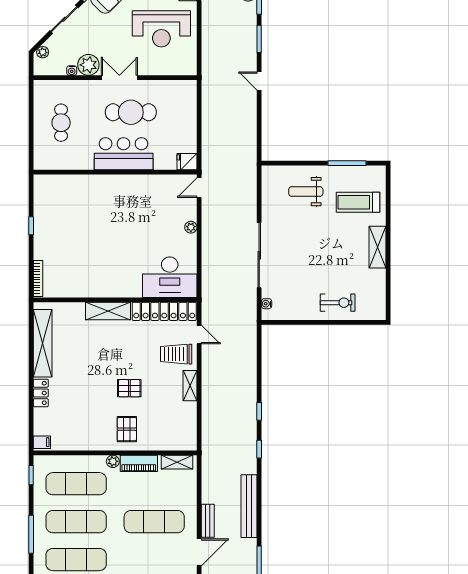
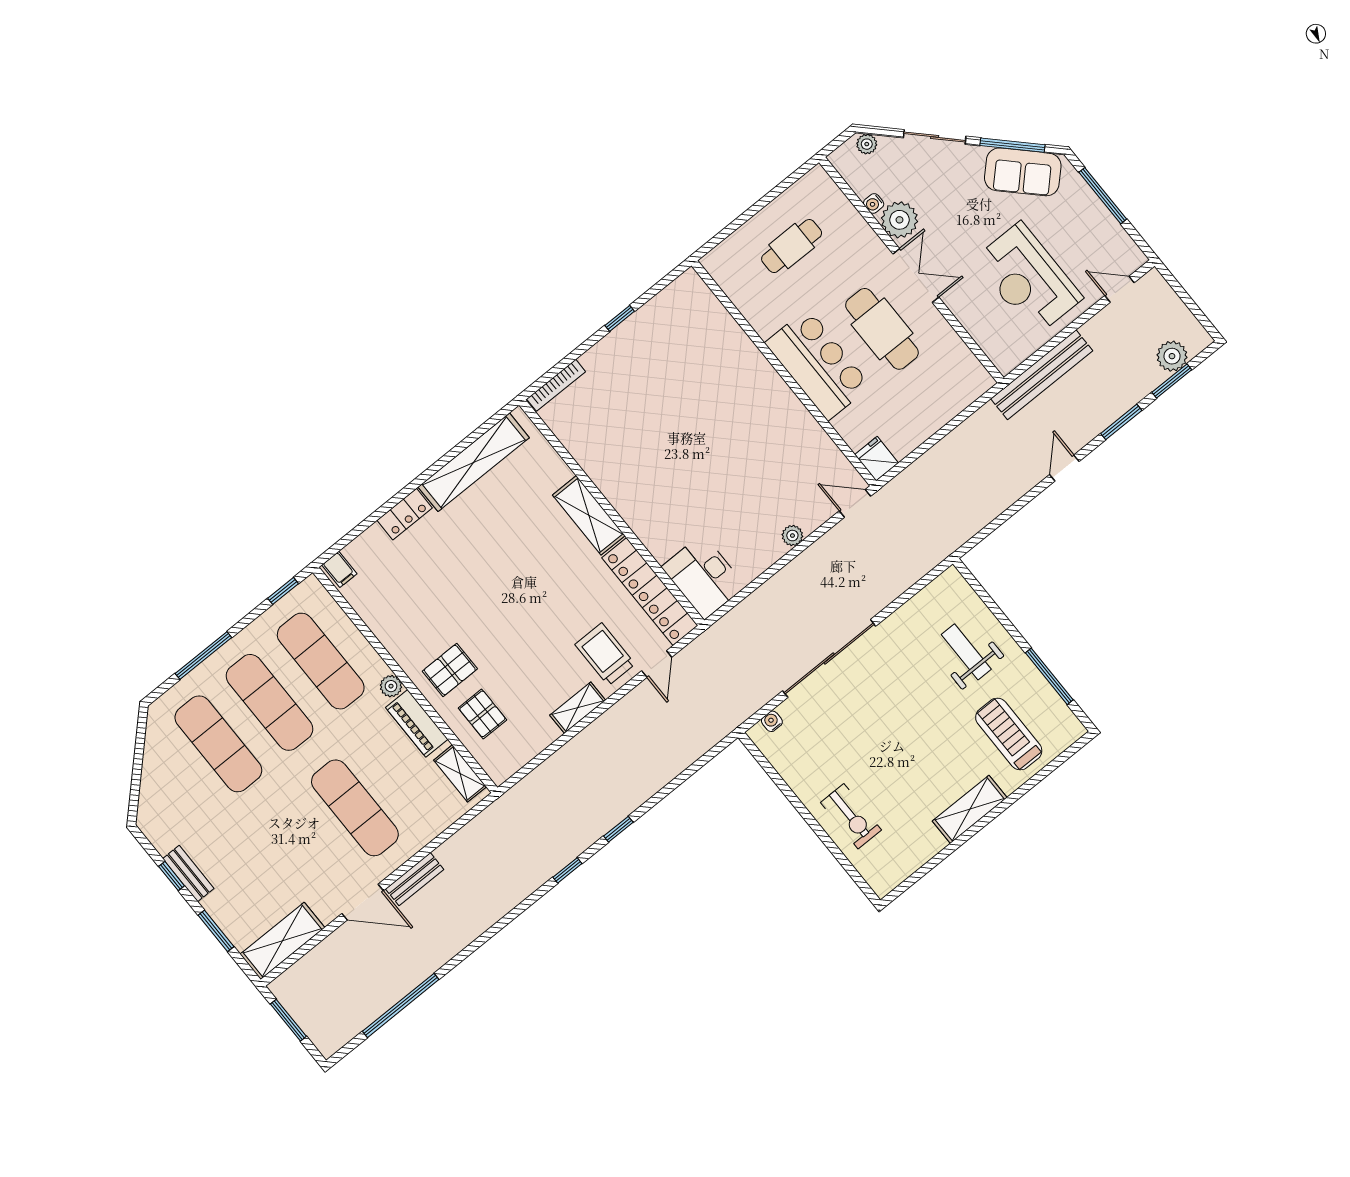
desk: (170, 277) -> (703, 577), width x0.73, depth x0.77
pallet: (129, 388) -> (482, 714), moved
bench: (249, 506) -> (1042, 375), moved

